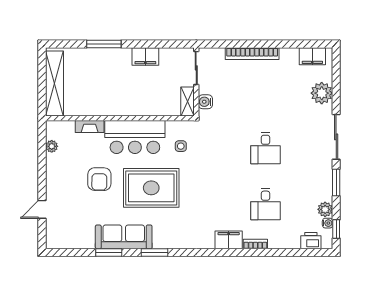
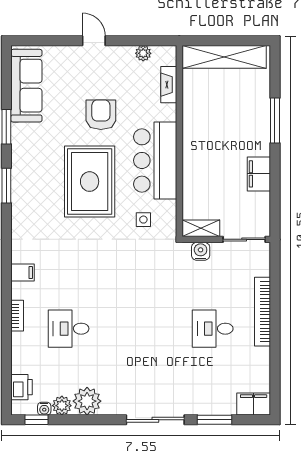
filing cabinet: (312, 56) -> (254, 404), moved, turned 90
plant: (322, 93) -> (87, 401), moved
fireplace: (90, 126) -> (169, 85), moved
desk: (265, 148) -> (213, 329), moved
armchair: (99, 179) -> (101, 115), turned 89
window: (336, 183) -> (214, 420), moved
door: (42, 209) -> (94, 41), moved
sofa: (124, 237) -> (26, 86), moved
filing cabinet: (229, 240) -> (23, 273), width x0.50

